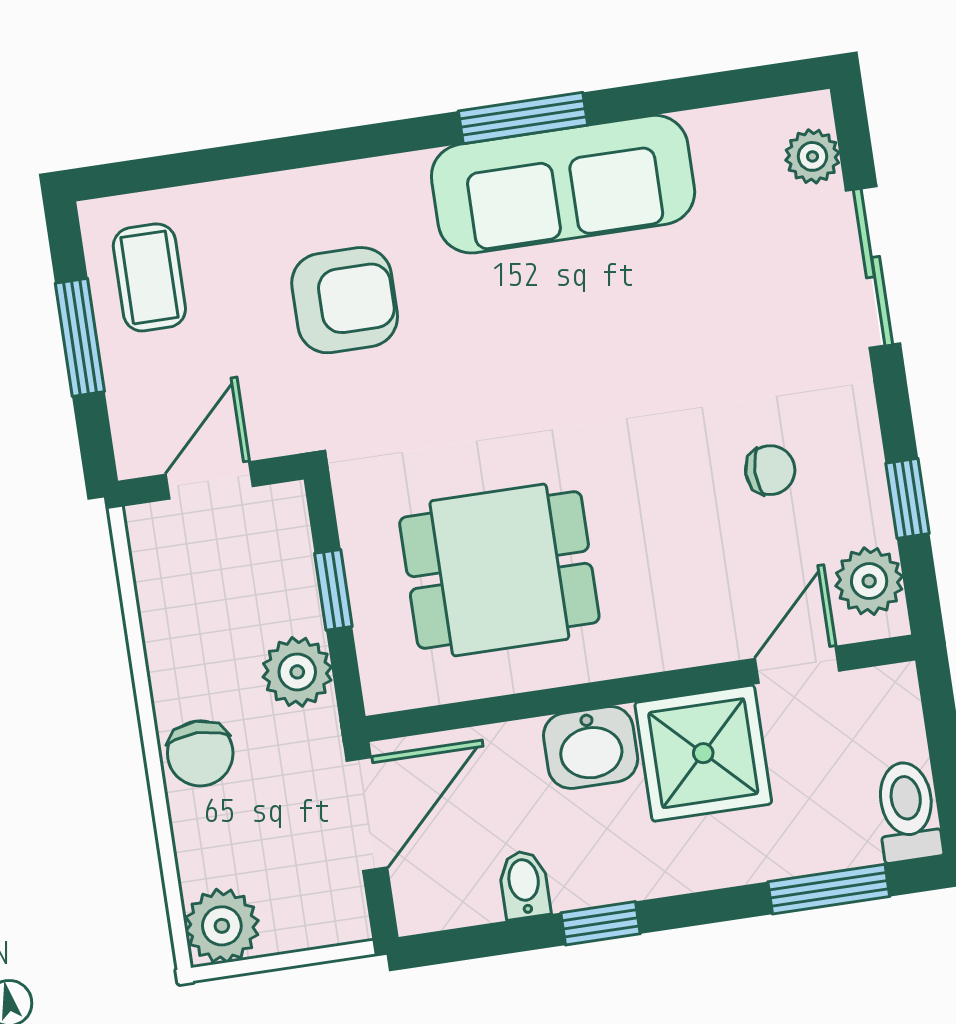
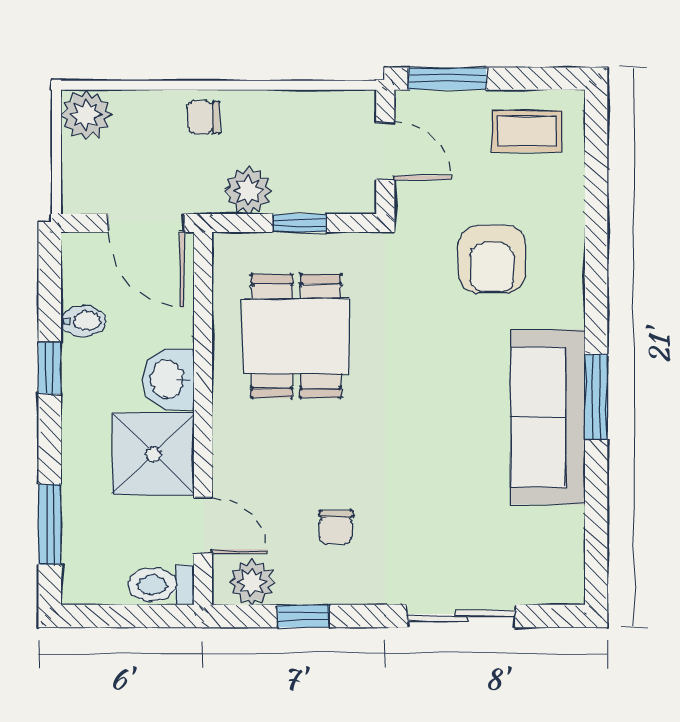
plant: (812, 156) -> (542, 587), removed
window: (80, 337) -> (447, 79), moved
chair: (200, 753) -> (203, 118), width x0.73, depth x0.73
toilet: (908, 811) -> (161, 585), moved, turned 180

